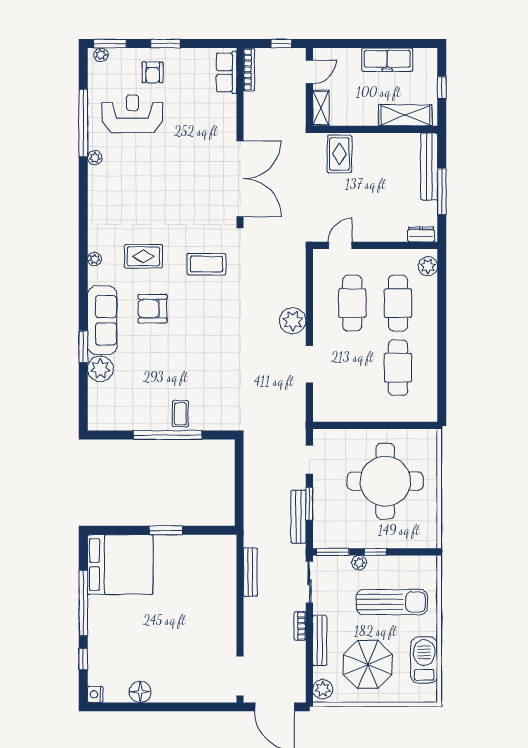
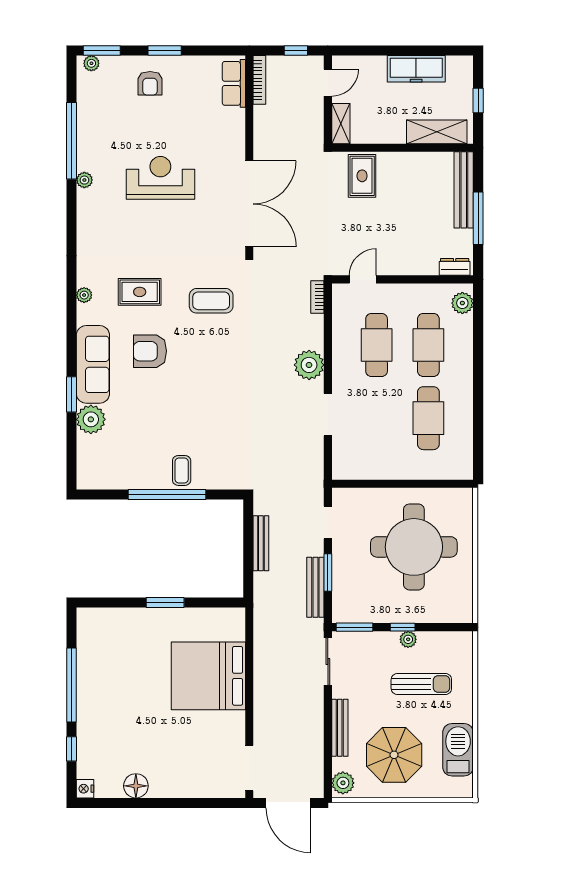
reception desk: (132, 114) -> (160, 178), moved
plant: (359, 563) -> (408, 639), moved
bed: (120, 565) -> (208, 676), moved, turned 180
bench: (250, 572) -> (261, 543), moved
sun lounger: (392, 602) -> (421, 684), width x0.73, depth x0.75
bookcase: (300, 626) -> (317, 297), moved

